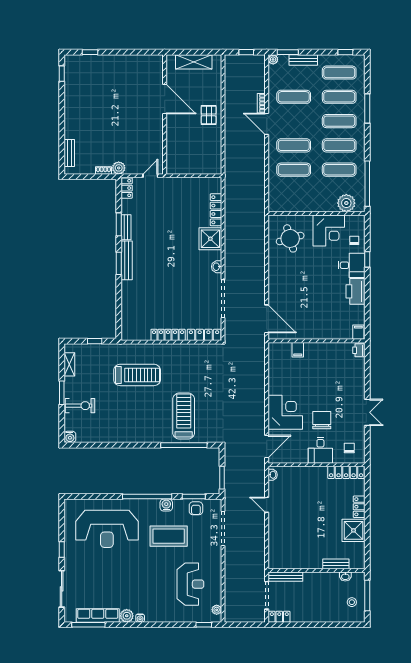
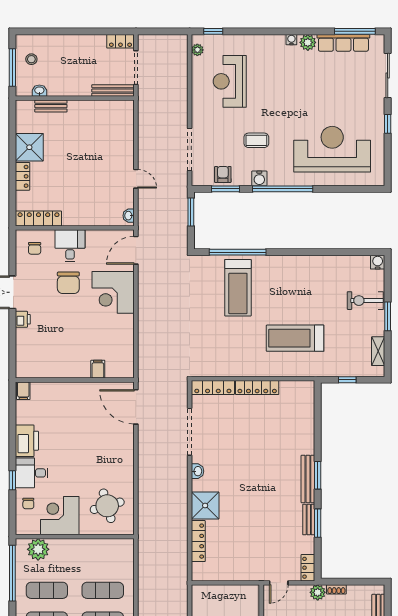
printer: (359, 350) -> (23, 319), moved
coffee table: (169, 536) -> (256, 140), width x0.54, depth x0.58

